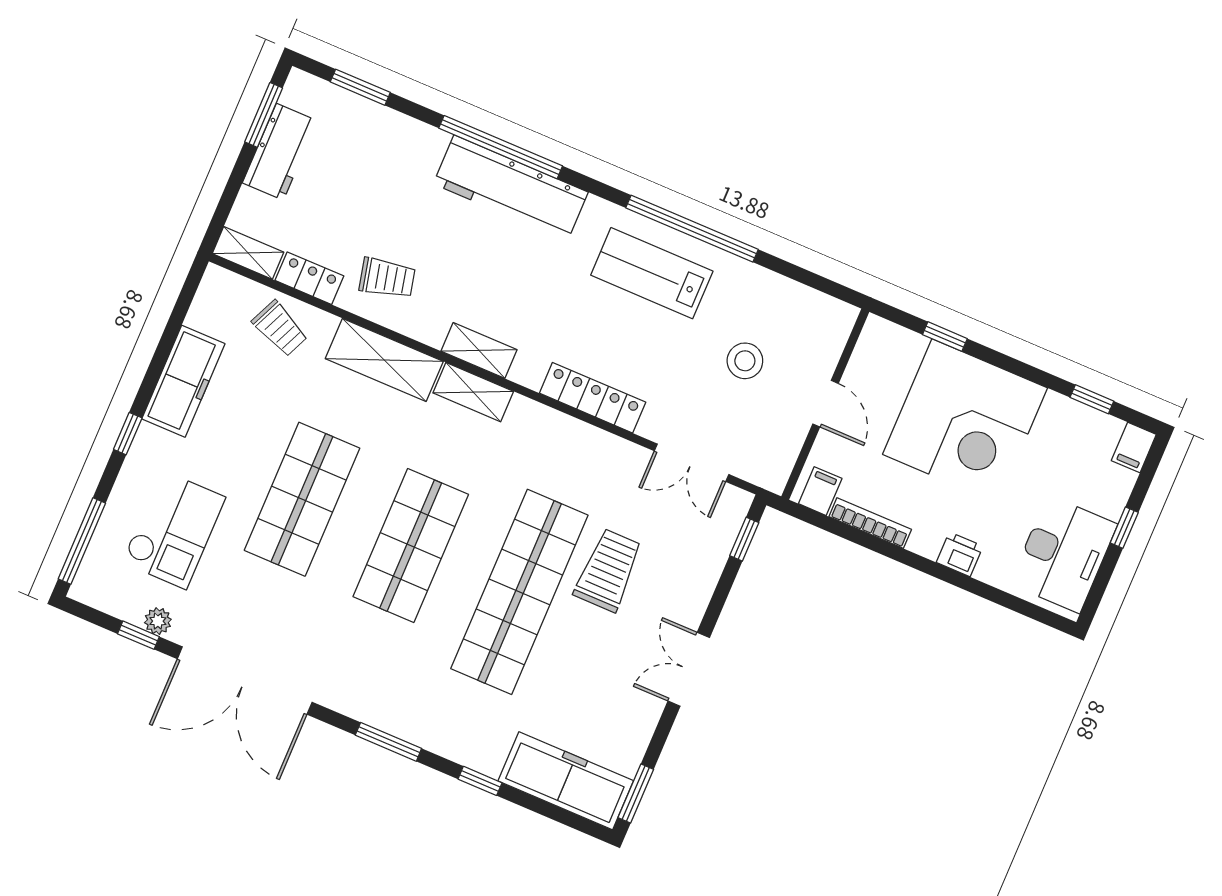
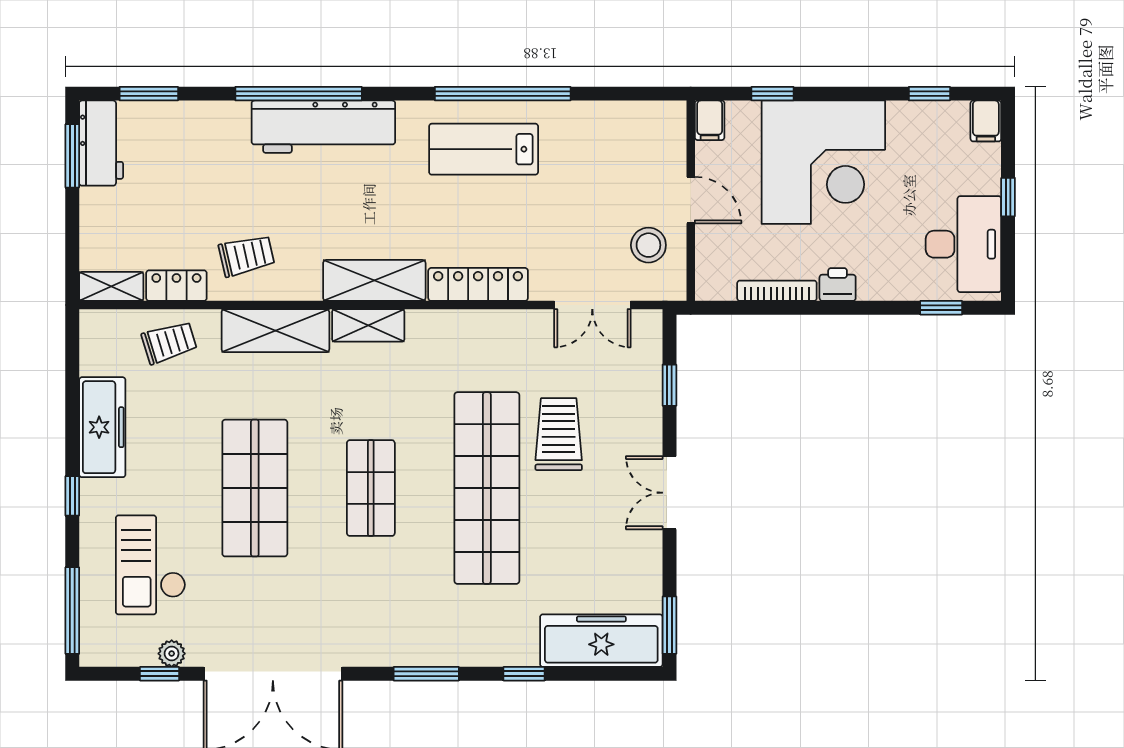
workbench: (280, 152) -> (101, 143), moved
trolley: (280, 328) -> (169, 342), turned -41
shelving: (479, 350) -> (374, 280), width x1.50, depth x1.33
stool: (745, 361) -> (648, 245), moved
filing cabinet: (820, 491) -> (710, 120), moved, turned 180
checkout: (174, 530) -> (151, 565), turned 180
window: (744, 539) -> (669, 385), moved
shop shelf: (411, 546) -> (371, 488), width x0.70, depth x0.74
printer: (960, 554) -> (838, 284), moved
window: (1017, 605) -> (941, 308), added

